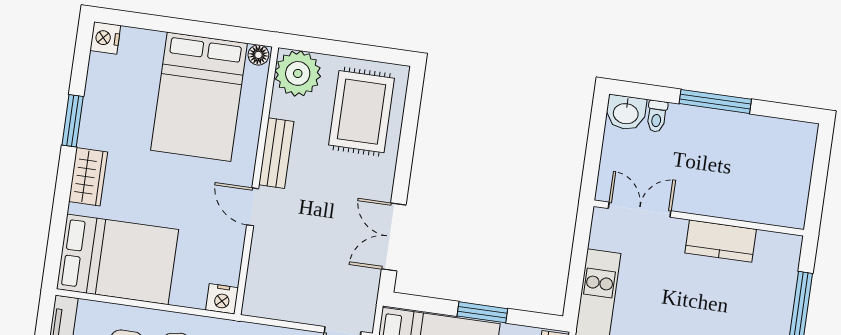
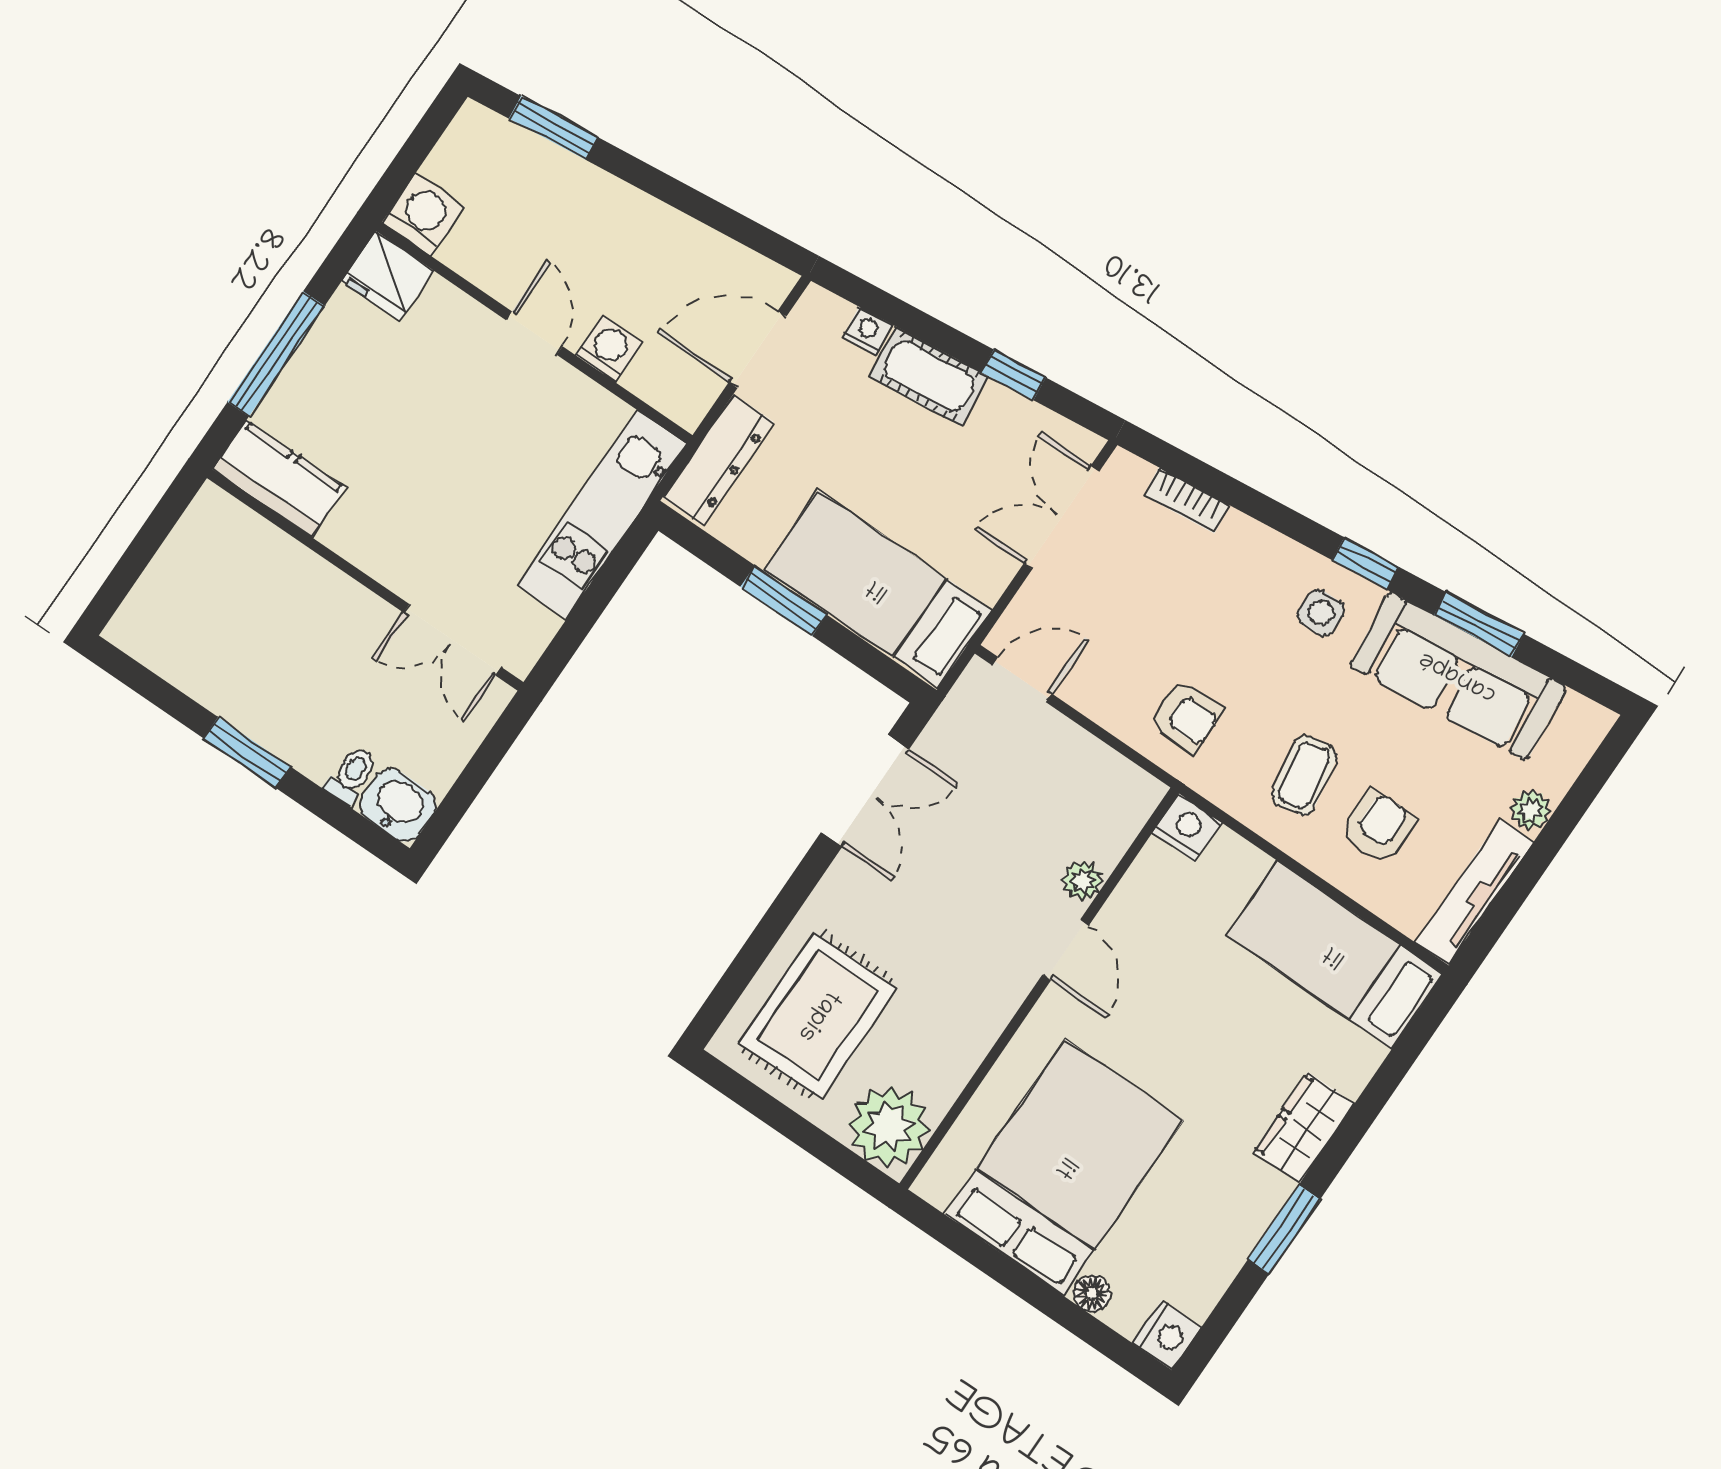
floor lamp: (258, 55) -> (1092, 1293), moved
window: (715, 101) -> (247, 752), width x0.69
bench: (276, 153) -> (986, 1017), removed
kitchen counter: (721, 241) -> (279, 479), moved
plant: (262, 246) -> (1083, 881), added
bed: (117, 259) -> (1335, 955), width x0.67

